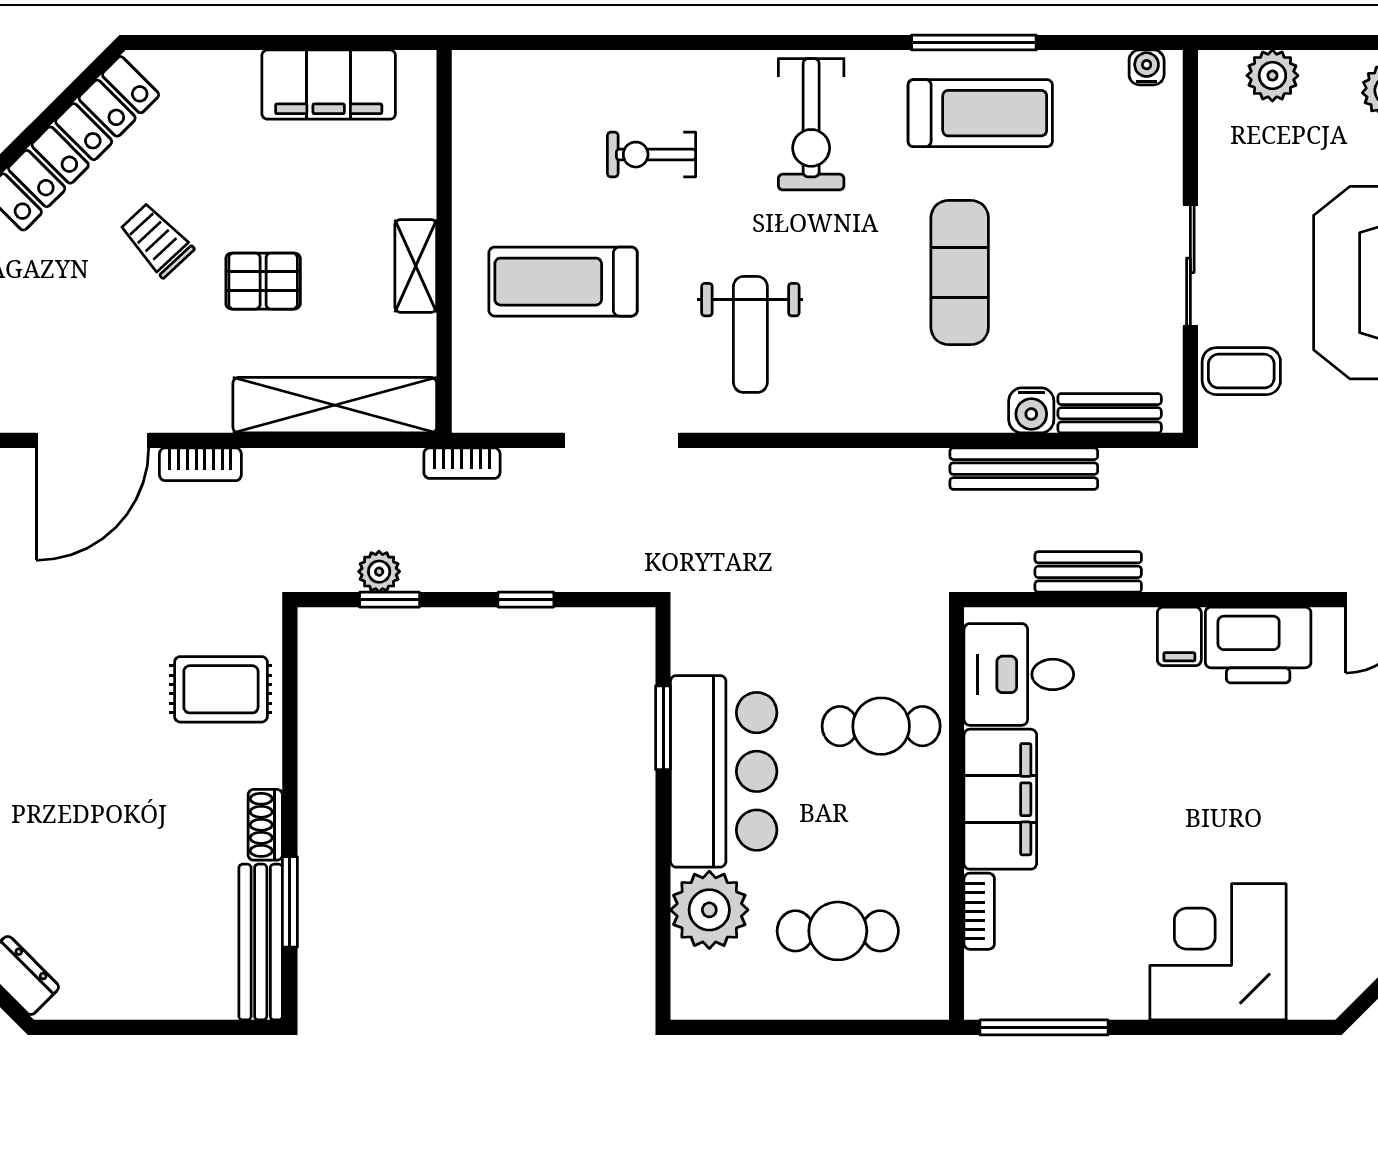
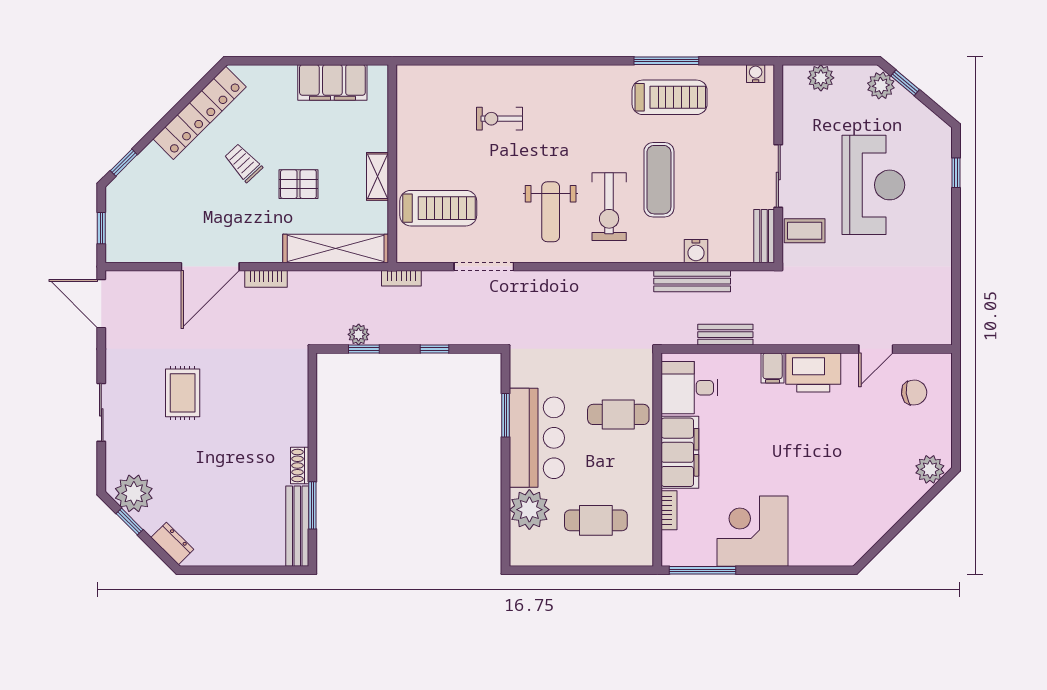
exercise bike: (811, 124) -> (609, 207), moved
treadmill: (563, 282) -> (438, 208), moved, turned 180
bench: (1110, 413) -> (764, 236), moved, turned 90
rug: (221, 689) -> (183, 393), moved, turned 90
corner desk: (1218, 952) -> (752, 531), moved

